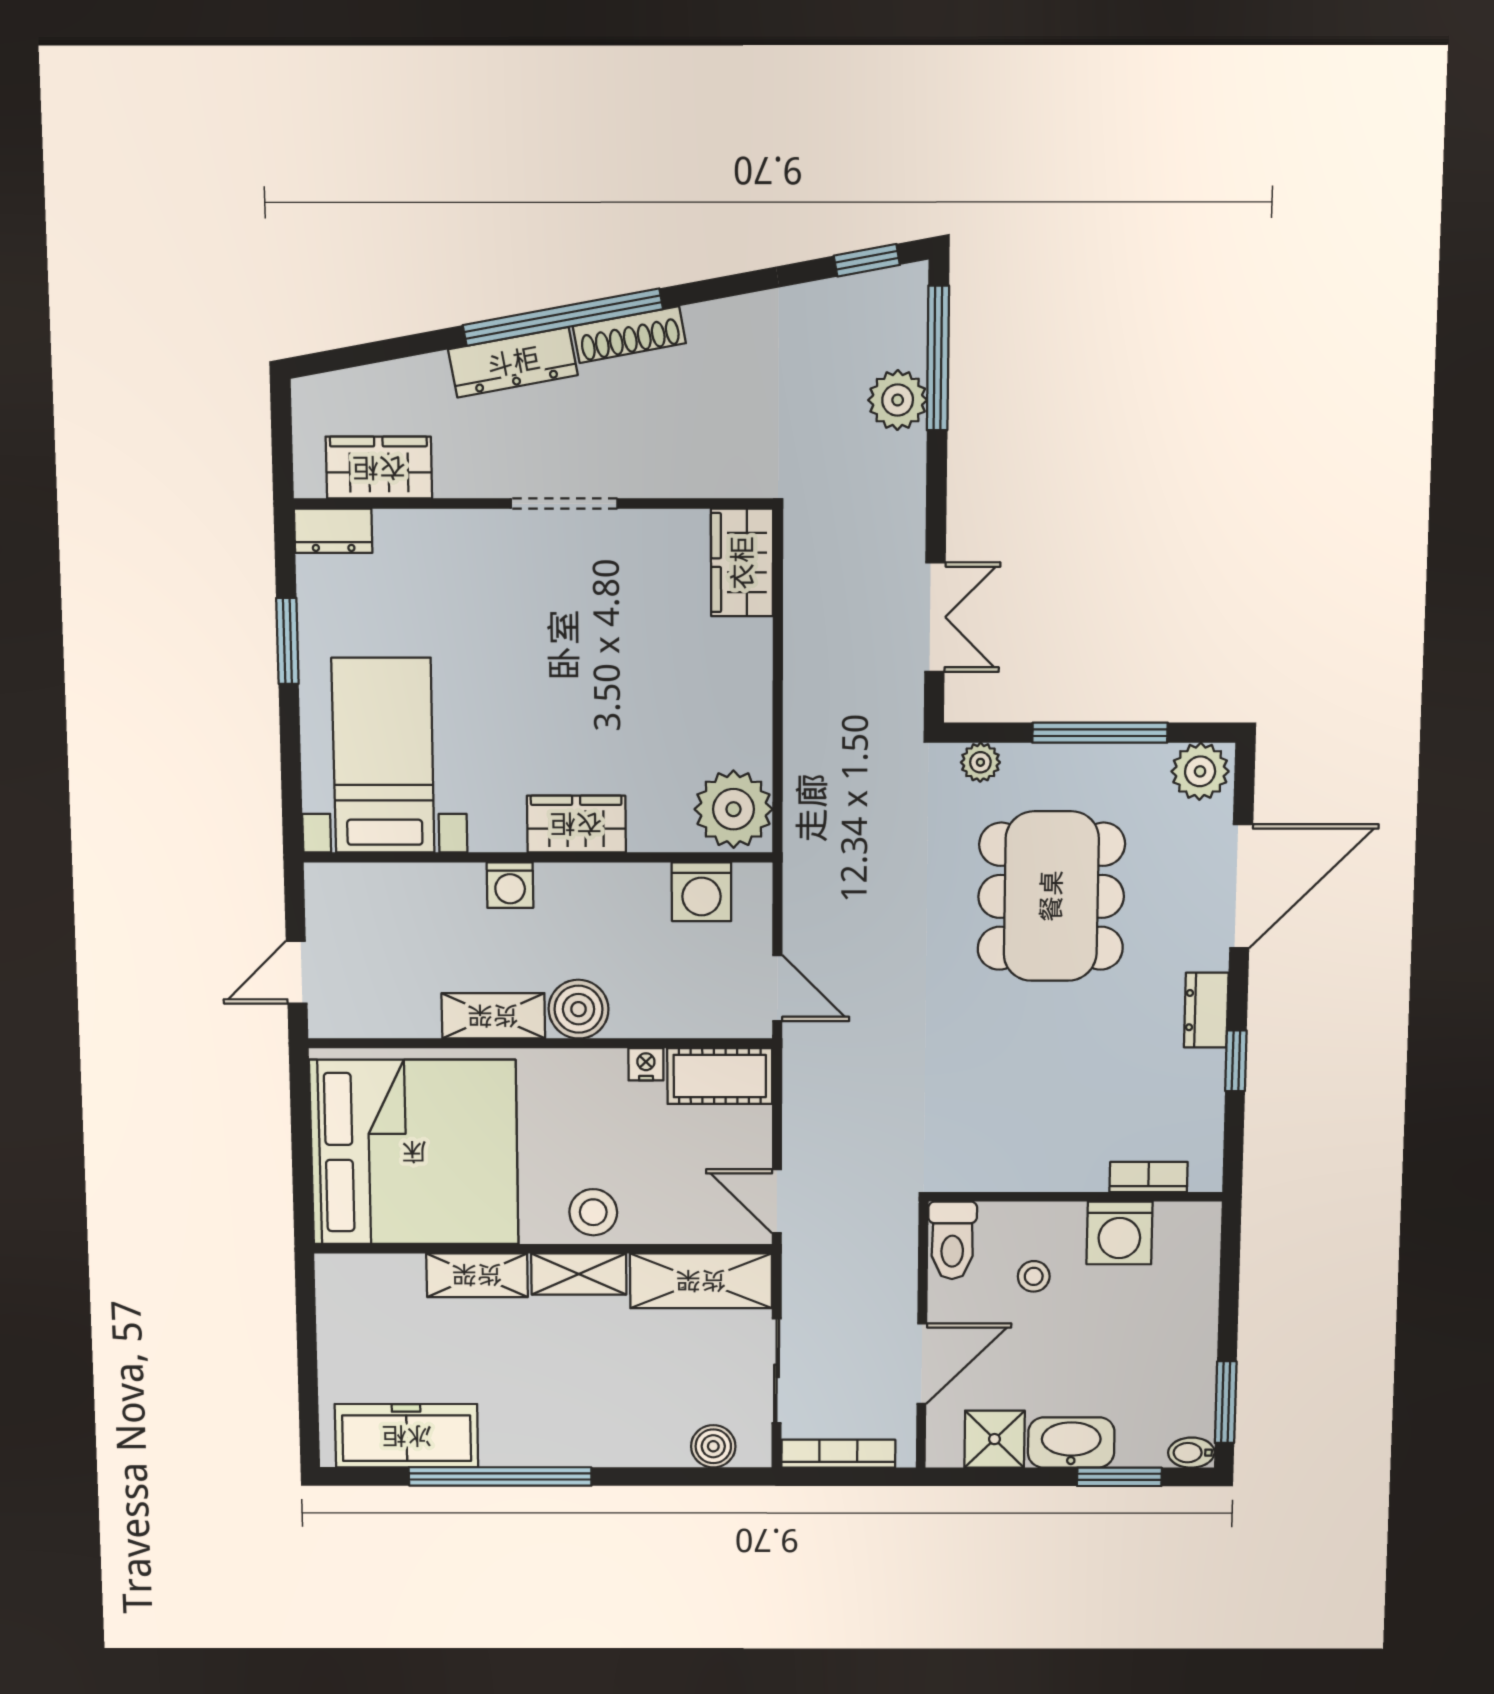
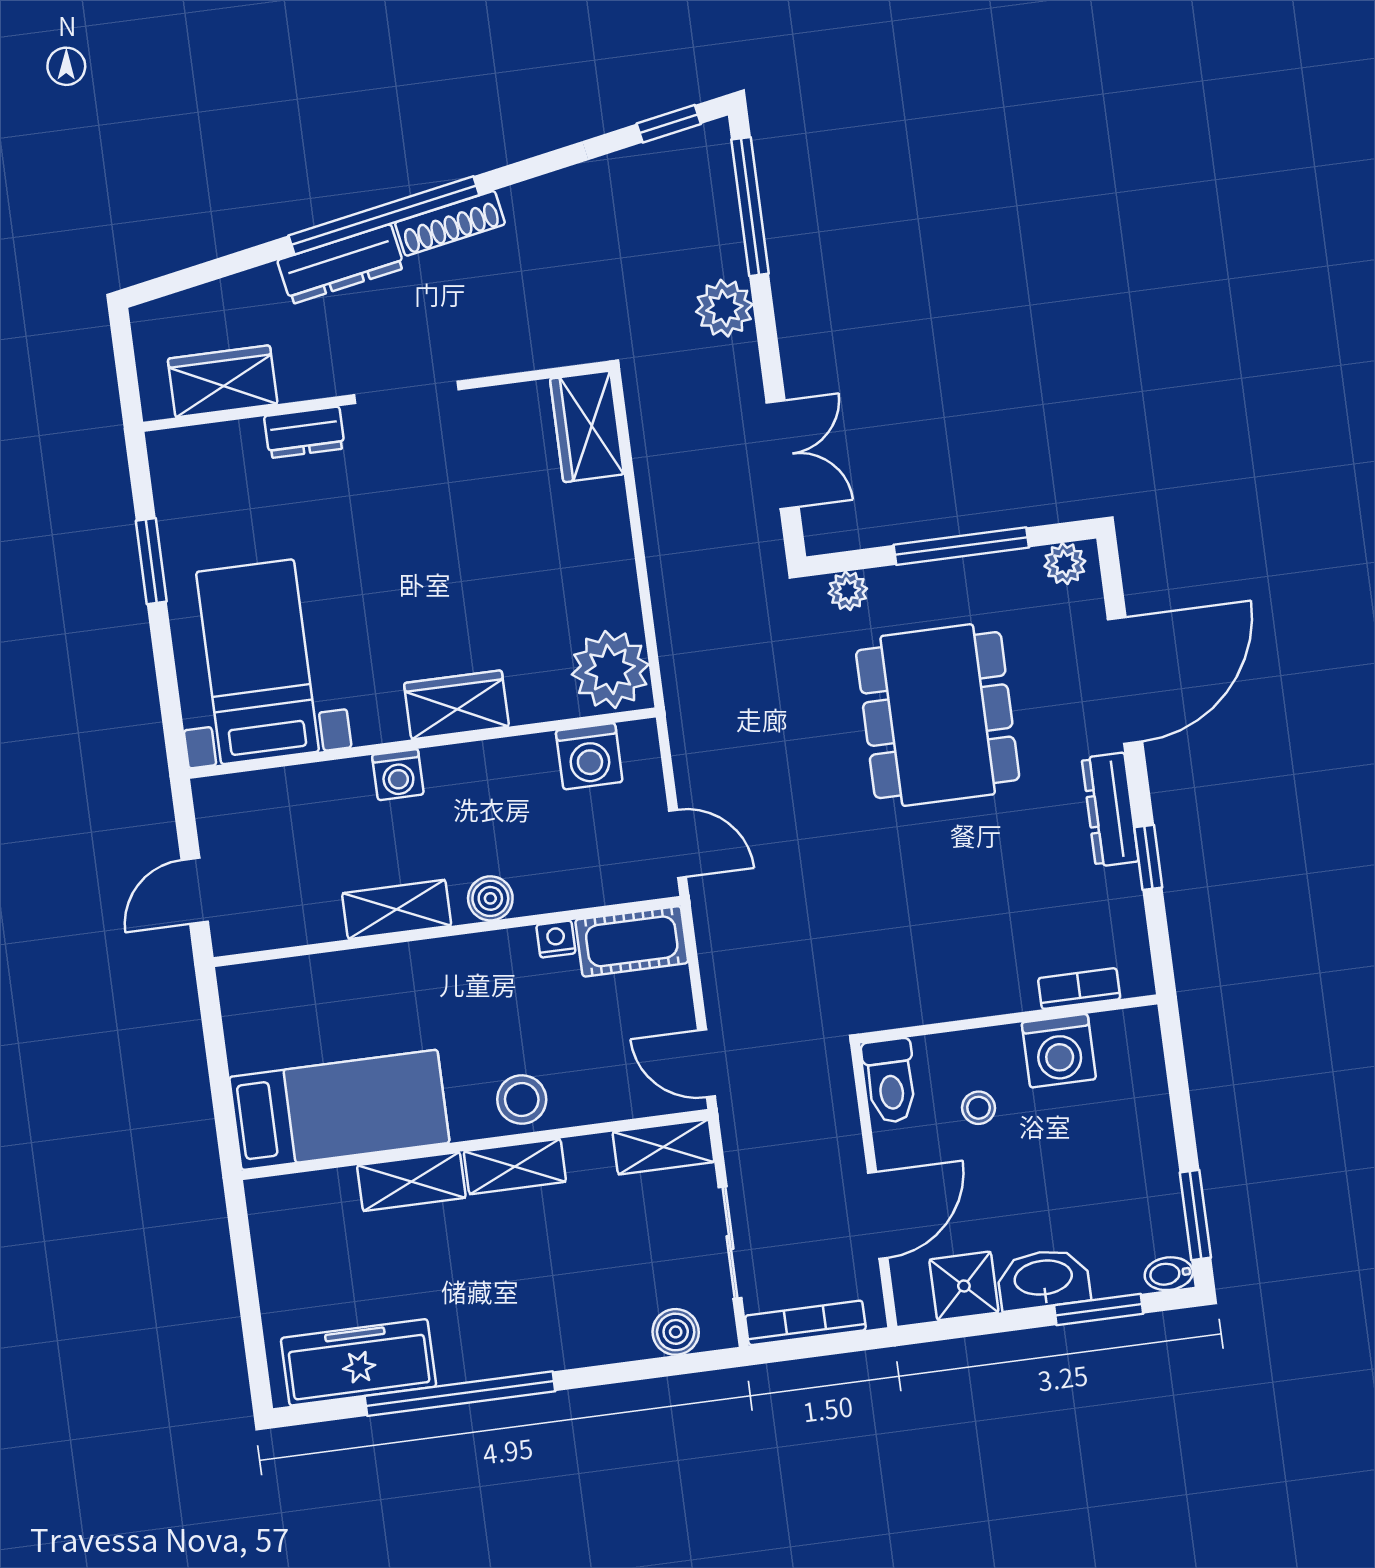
plant: (898, 400) -> (724, 308), moved
dresser: (333, 531) -> (304, 432), moved
plant: (1200, 771) -> (1065, 564), width x0.73, depth x0.73
boiler: (579, 1009) -> (490, 898), width x0.73, depth x0.73
dresser: (1206, 1010) -> (1110, 810), width x1.44
bed: (414, 1152) -> (339, 1110), width x0.49
shelving: (701, 1281) -> (663, 1147), width x0.67, depth x0.75

